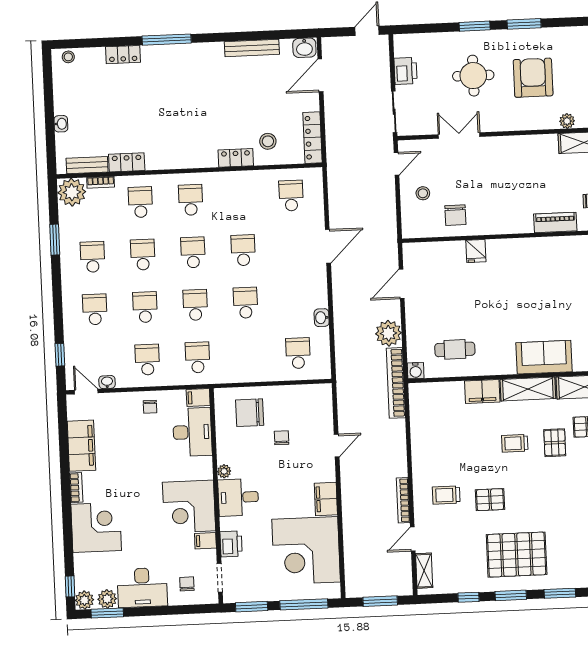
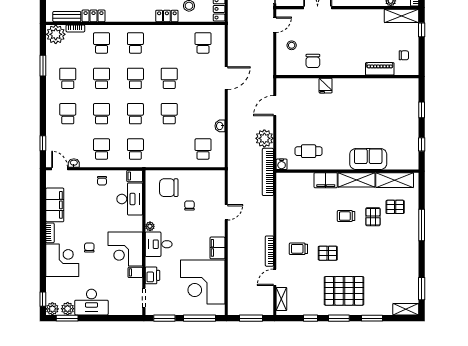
chair: (187, 584) -> (89, 248), moved

